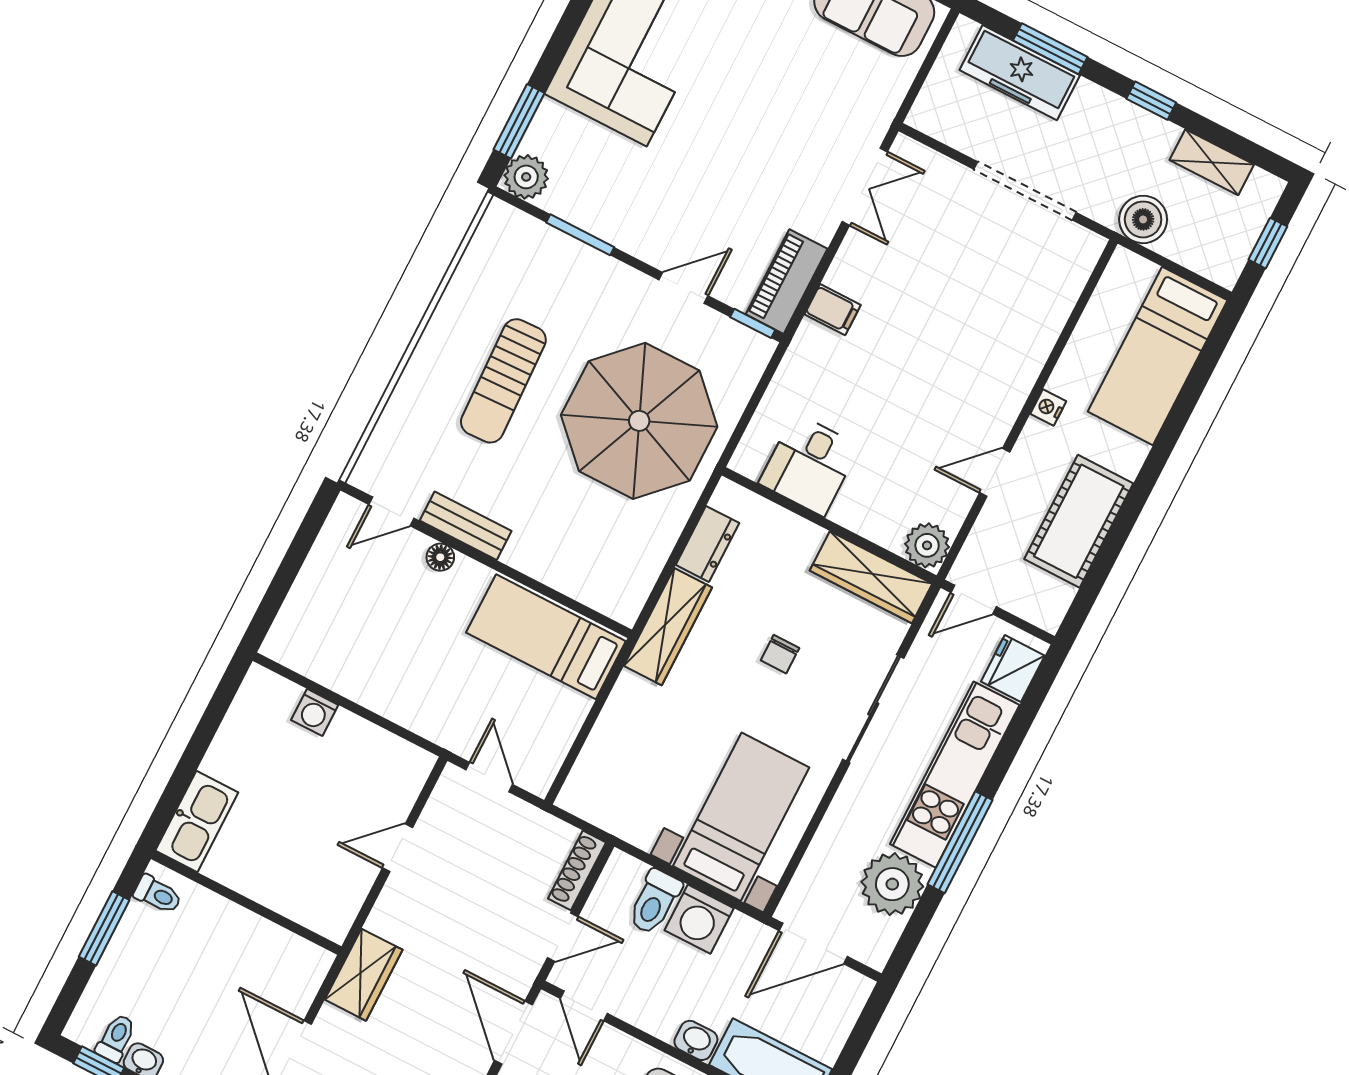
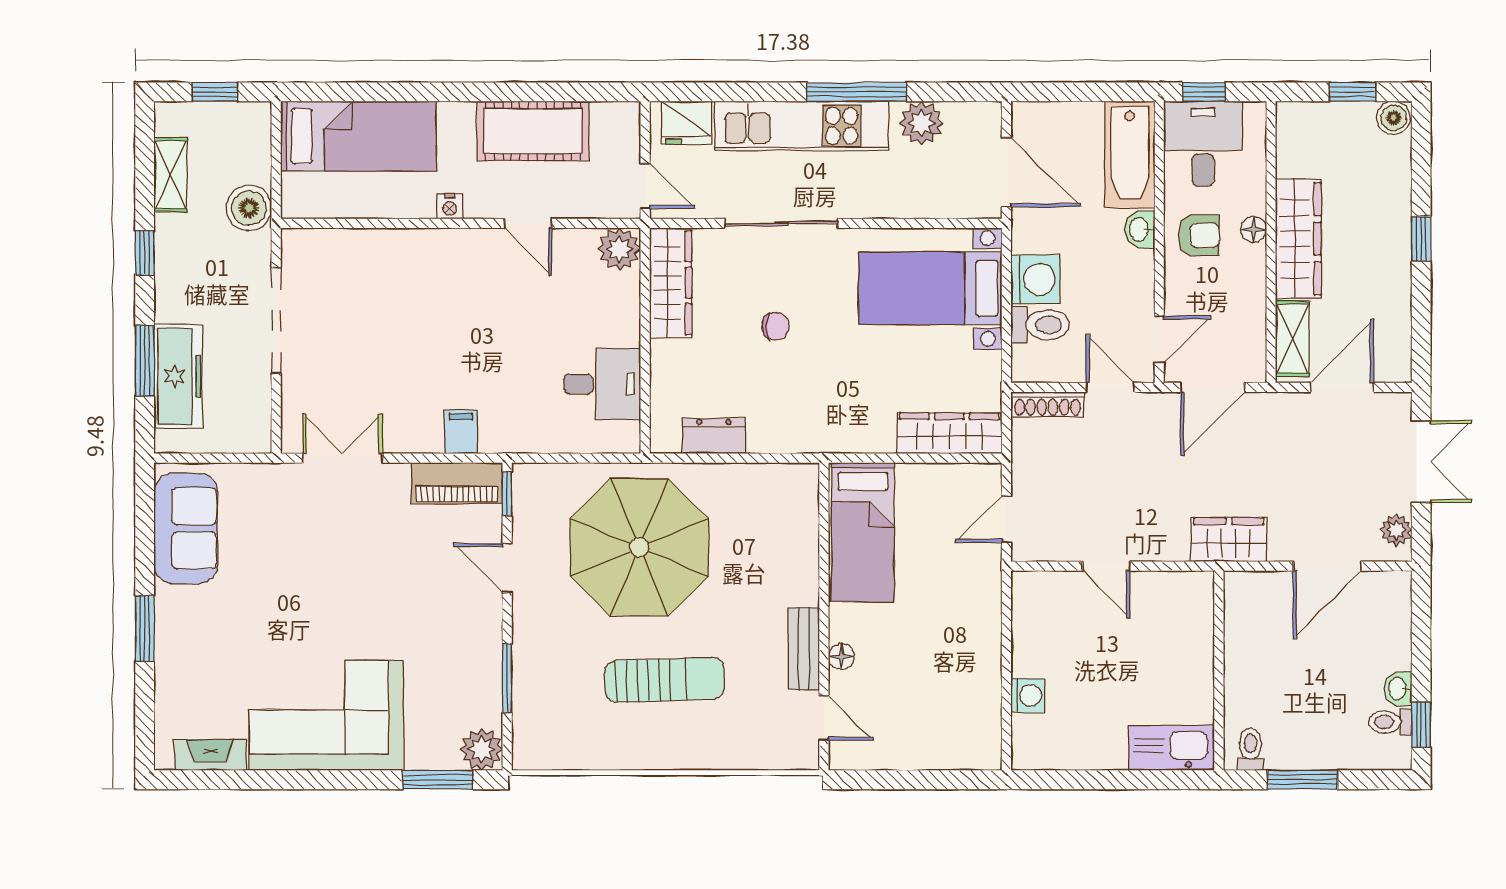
wardrobe: (668, 627) -> (949, 433), moved
plant: (892, 884) -> (922, 123), width x0.73, depth x0.73

